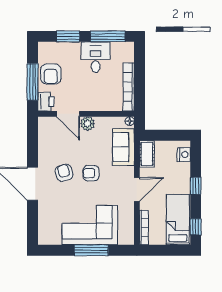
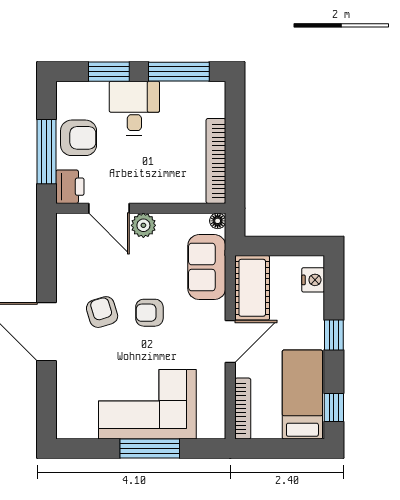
desk: (96, 57) -> (134, 108), moved
armchair: (51, 74) -> (79, 138), turned -90
cot: (147, 154) -> (252, 288), width x1.37, depth x1.34

